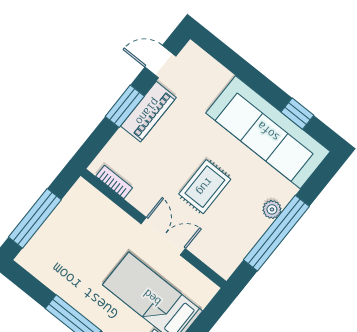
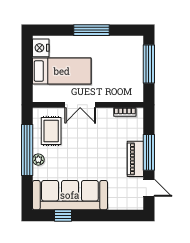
door: (160, 62) -> (149, 188), hinge flipped
window: (125, 106) -> (149, 152), width x1.44
rug: (205, 187) -> (51, 131), moved

